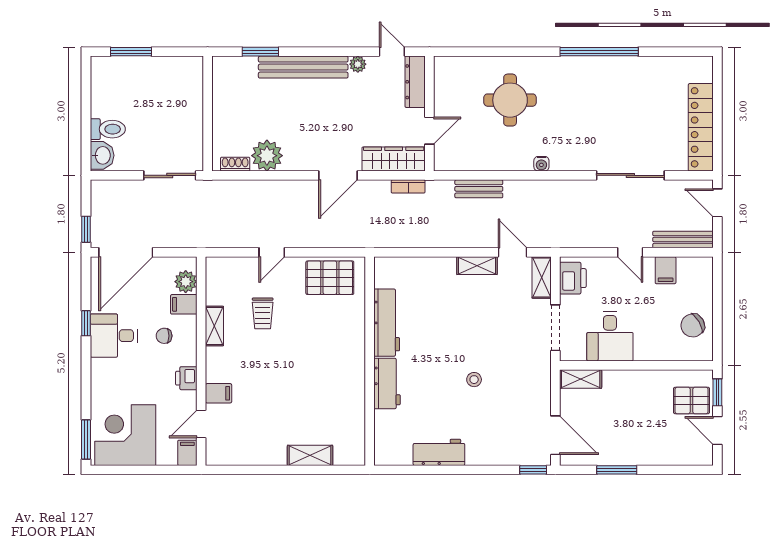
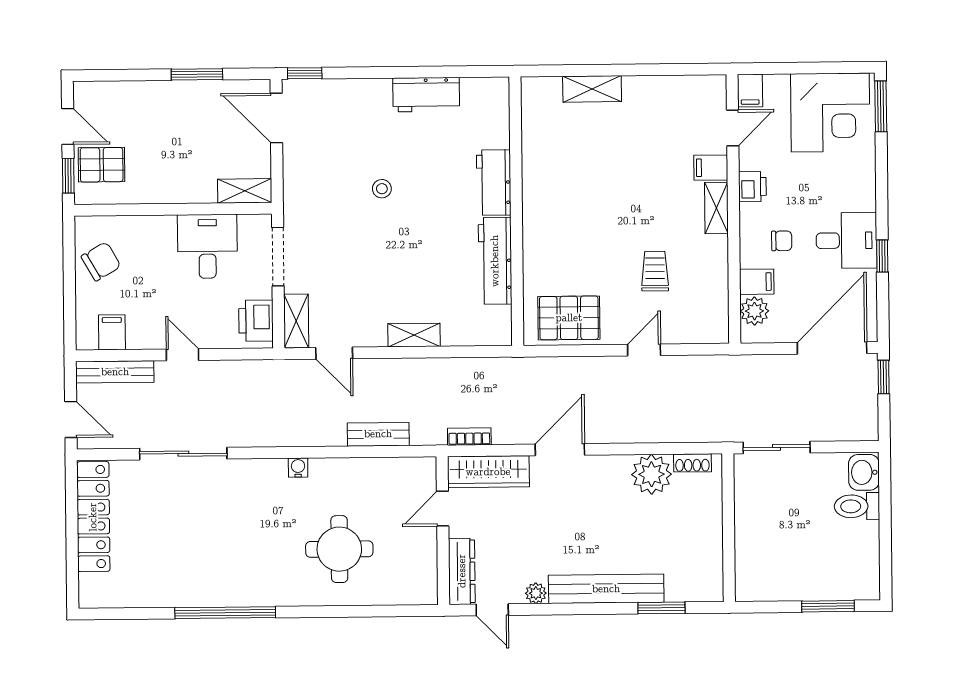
shelving: (477, 266) -> (414, 335), moved
filing cabinet: (666, 270) -> (112, 332), moved
shelving: (214, 326) -> (716, 208), moved

